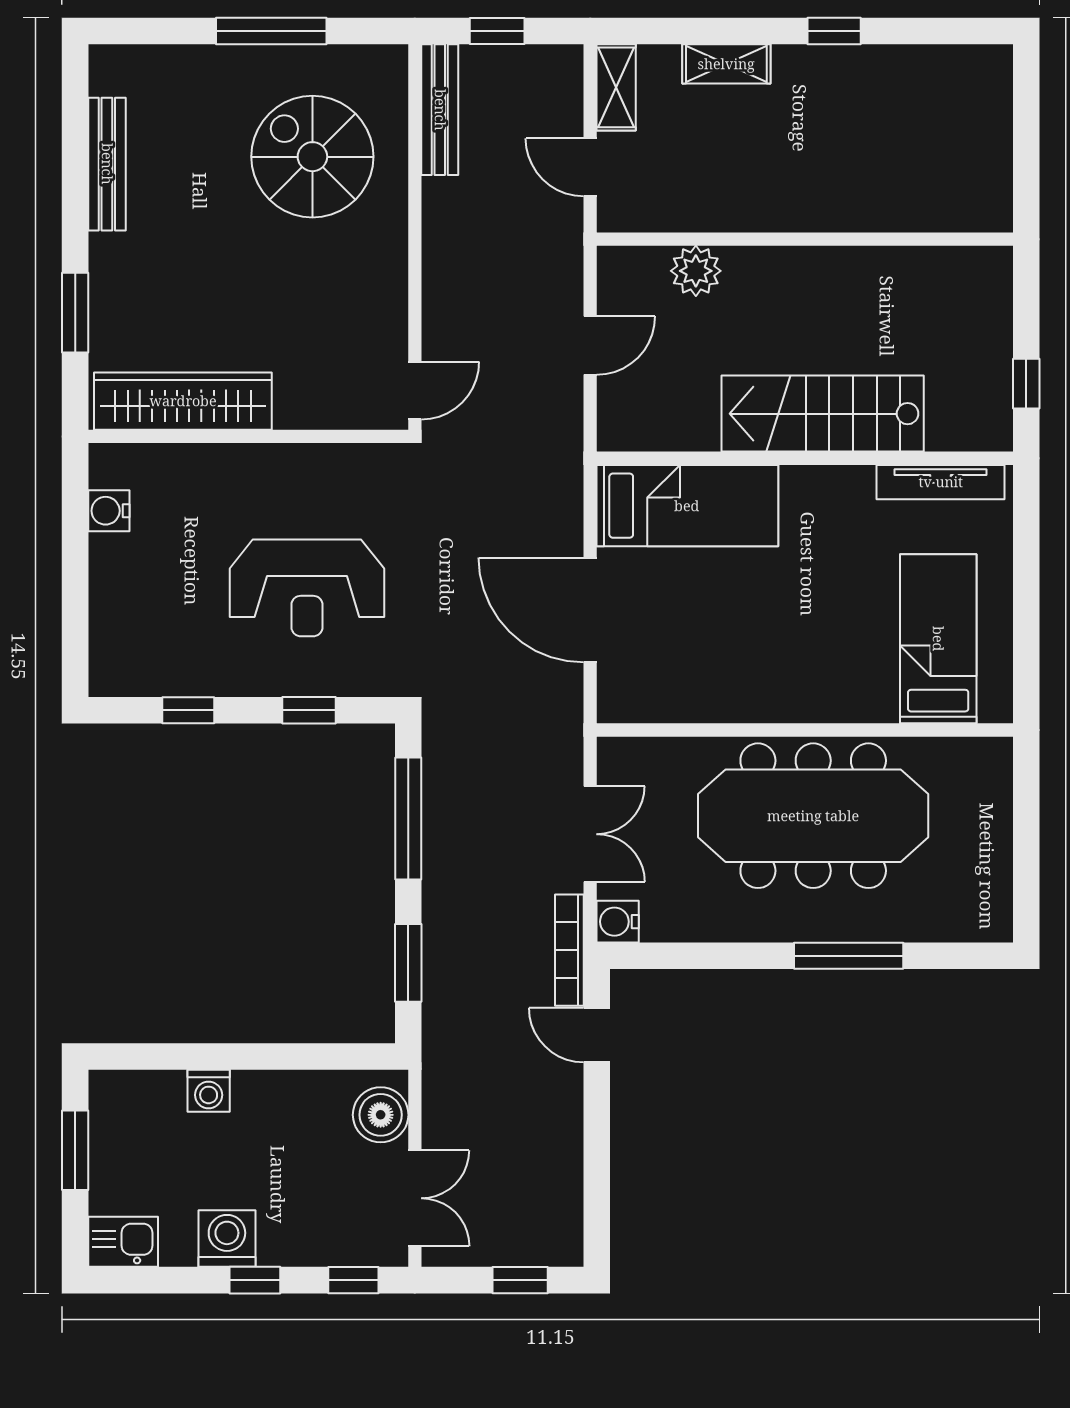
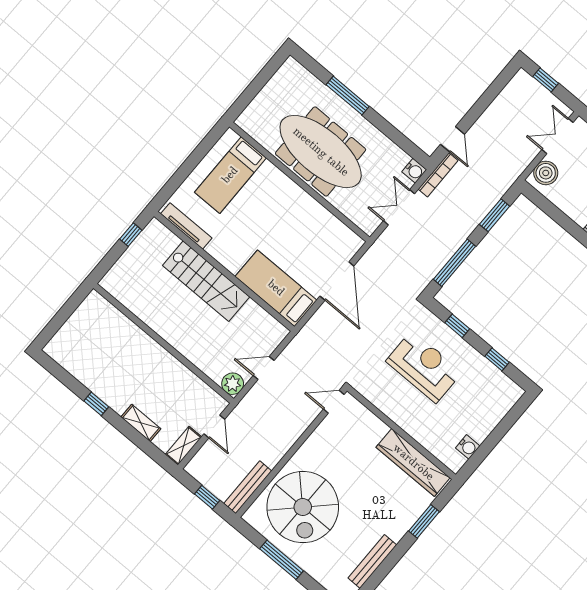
spiral stairs: (312, 157) -> (303, 507), width x1.37, depth x1.37
plant: (696, 271) -> (233, 384), moved

